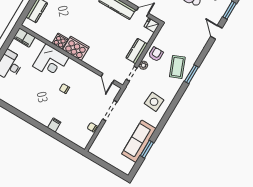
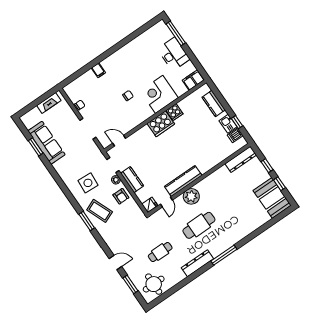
side table: (154, 102) -> (88, 183), moved
fireplace: (103, 155) -> (49, 103), added

